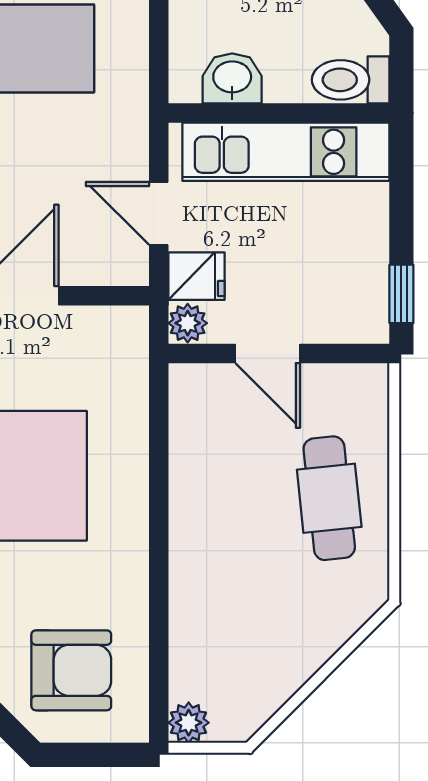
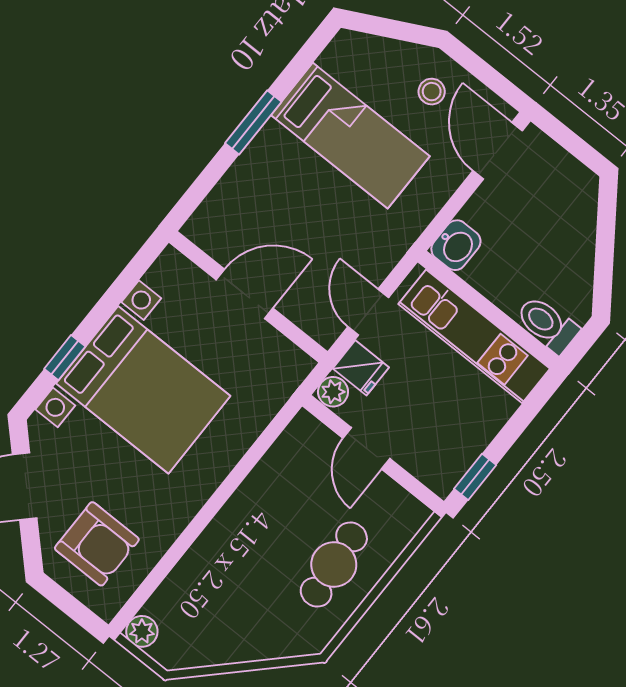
washbasin: (232, 78) -> (456, 245), moved, turned 90

